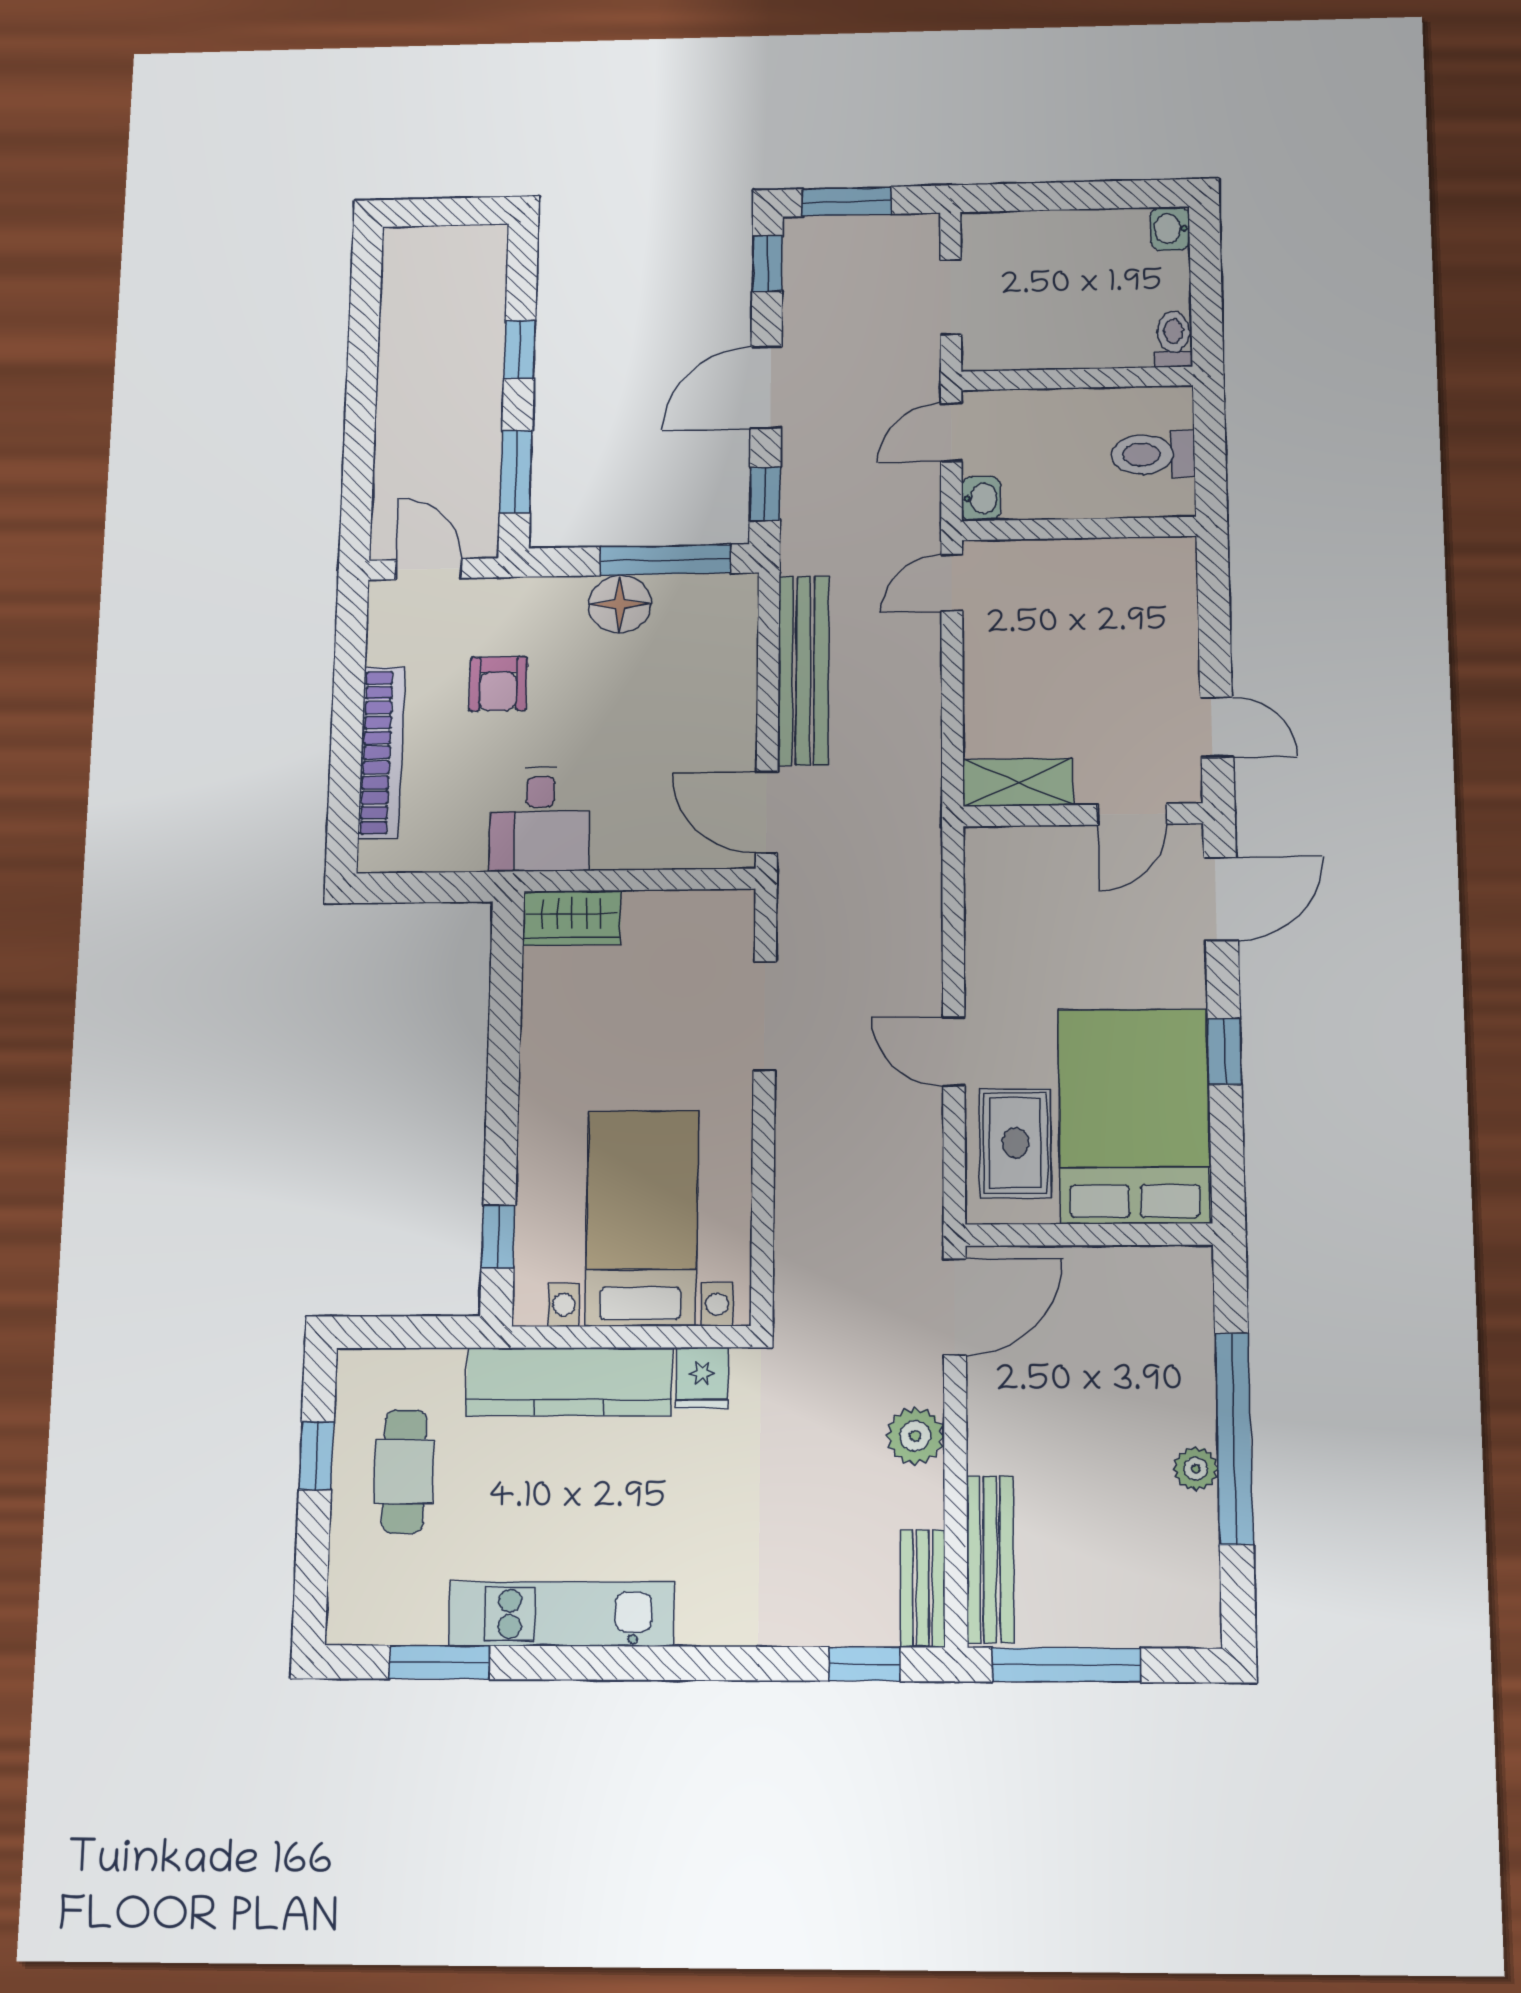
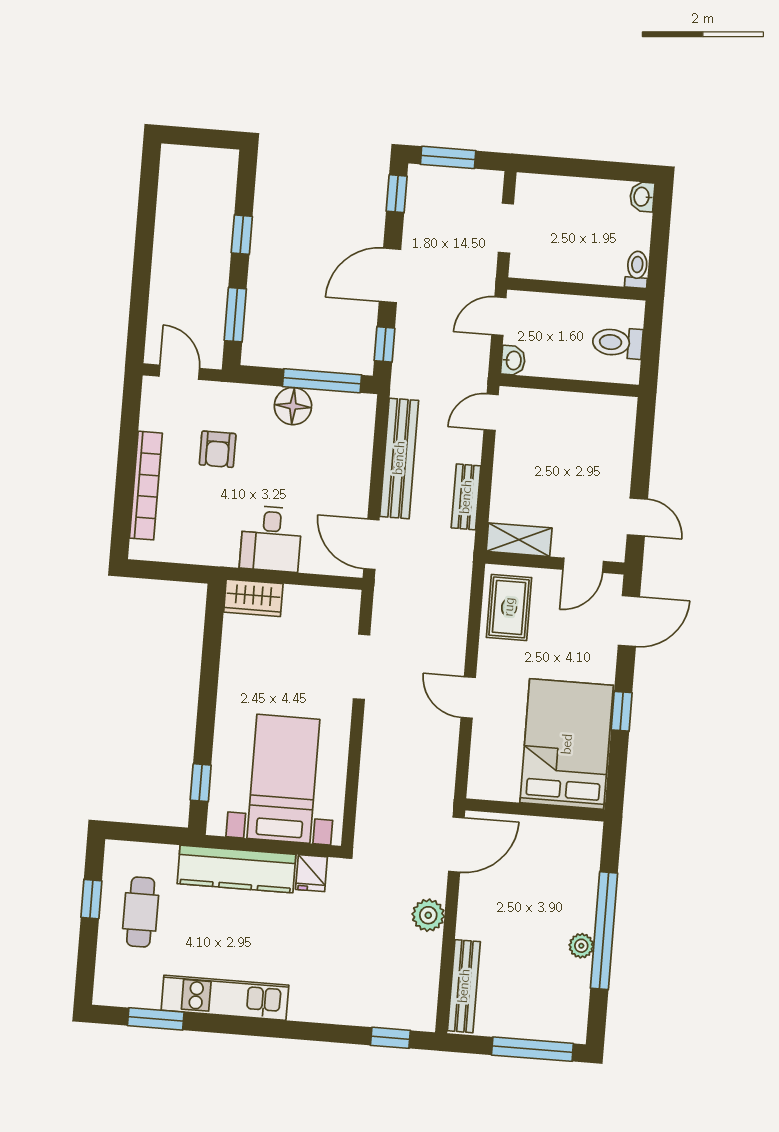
desk: (540, 820) -> (271, 539), moved
rug: (1015, 1143) -> (509, 607), moved
bench: (923, 1588) -> (466, 497), moved
window: (1066, 1665) -> (532, 1049), moved

